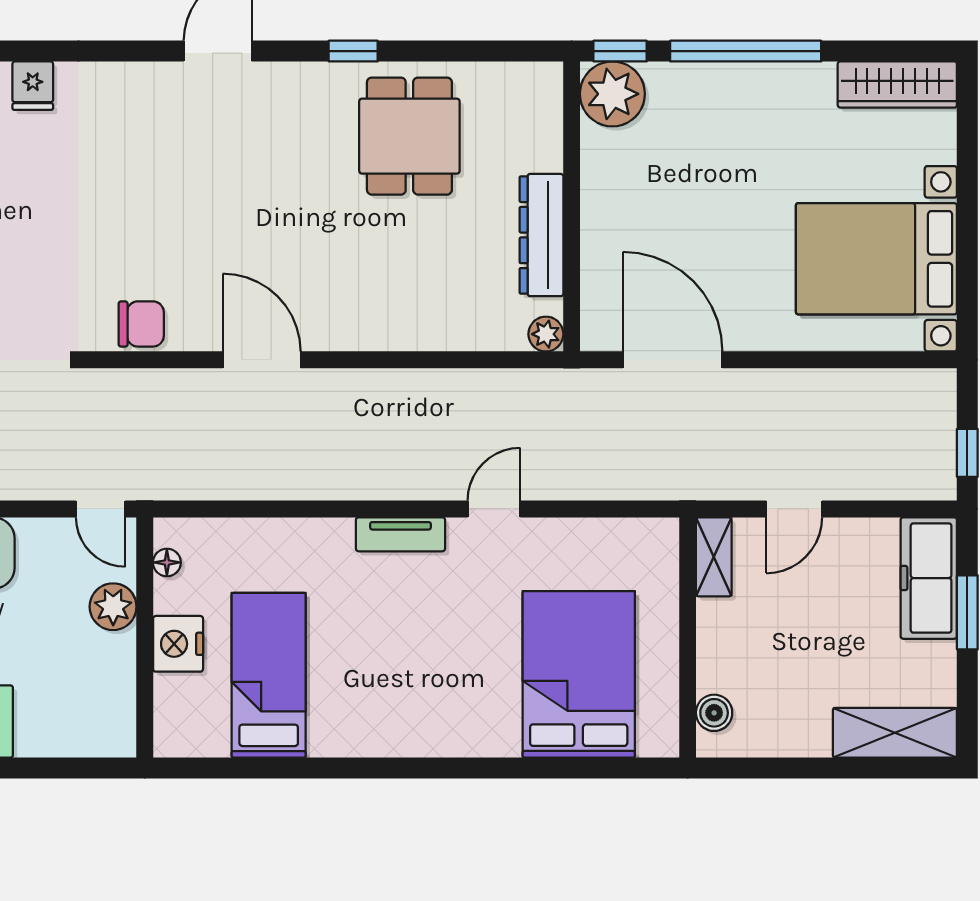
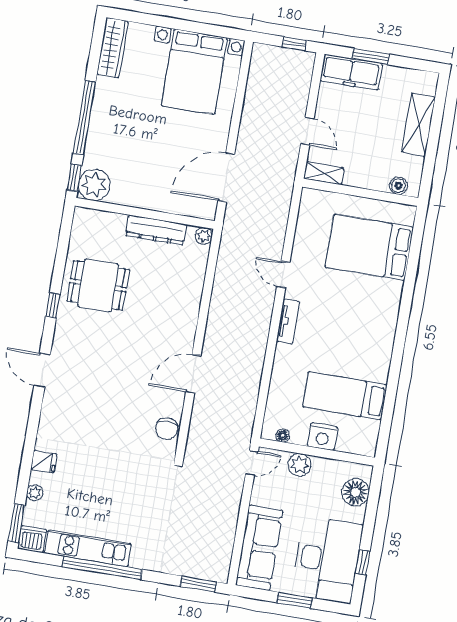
chair: (141, 324) -> (167, 429), turned 180
floor lamp: (76, 730) -> (355, 492), added
shelving: (895, 733) -> (419, 125), moved

